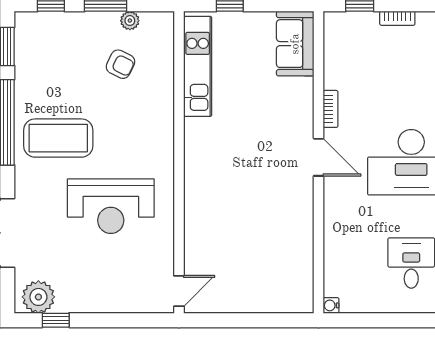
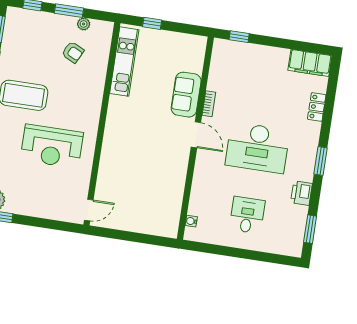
bookcase: (397, 18) -> (263, 50), removed
sofa: (295, 44) -> (186, 95), moved
water cooler: (331, 305) -> (191, 221), moved

